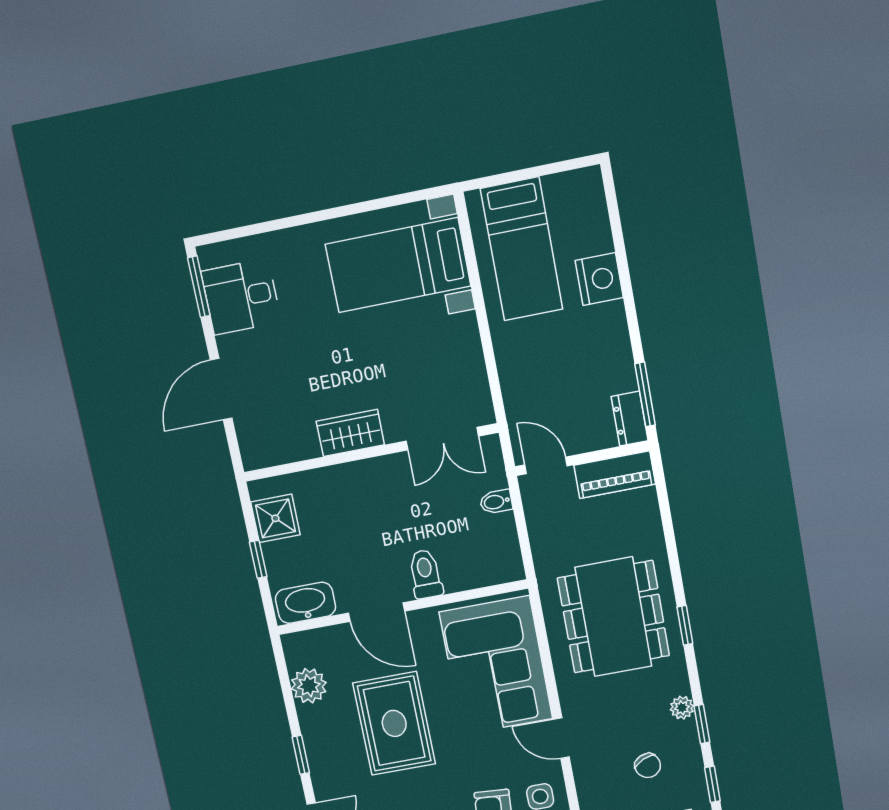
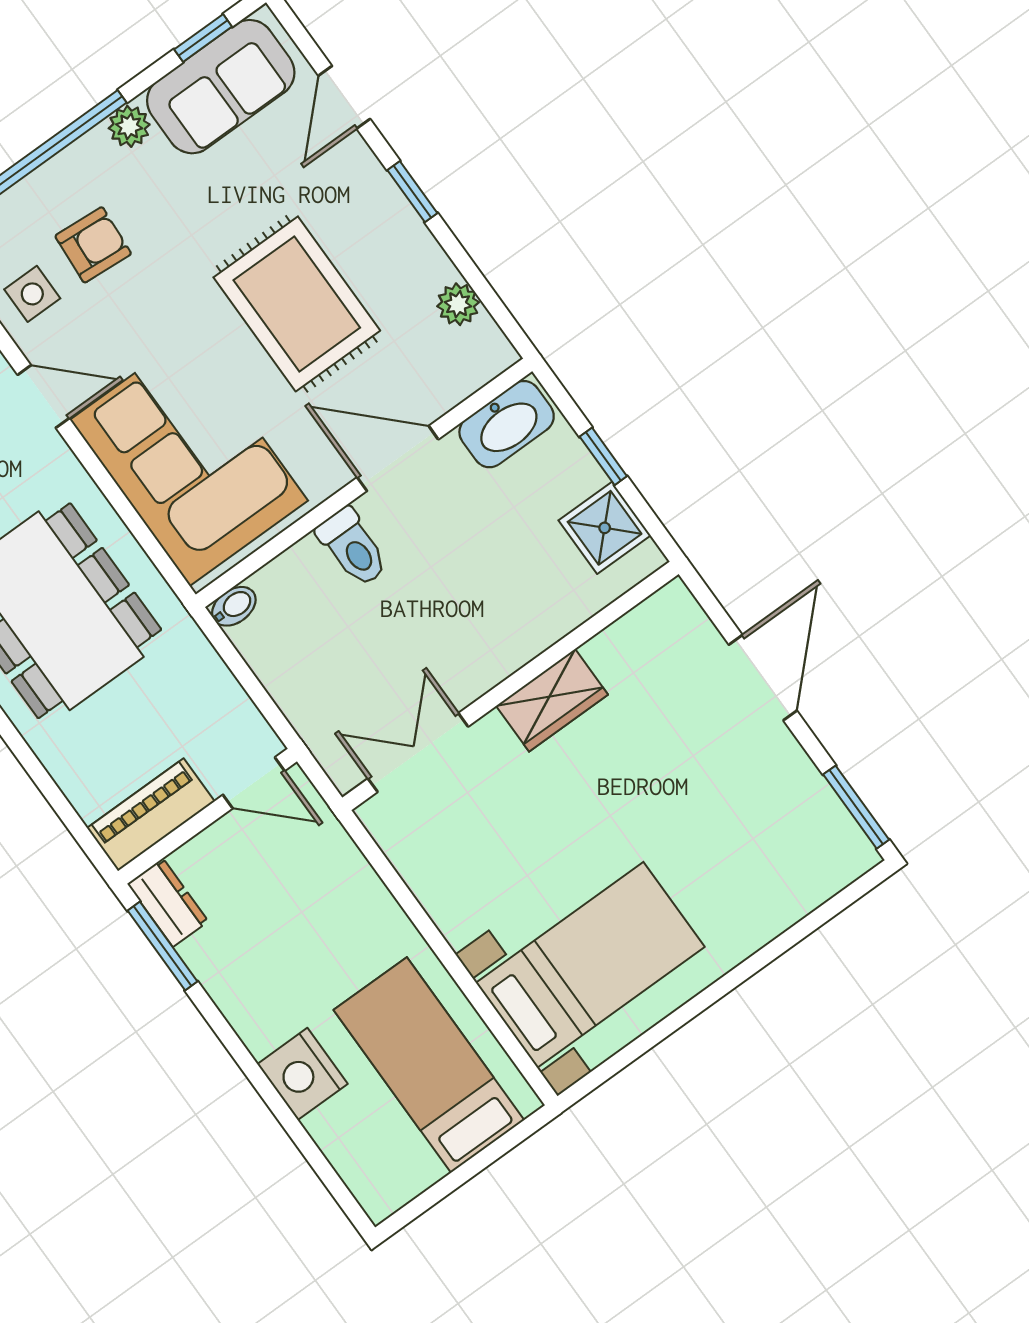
desk: (241, 297) -> (791, 821), removed
bidet: (496, 502) -> (234, 606), moved
plant: (309, 686) -> (458, 304), width x0.73, depth x0.73

